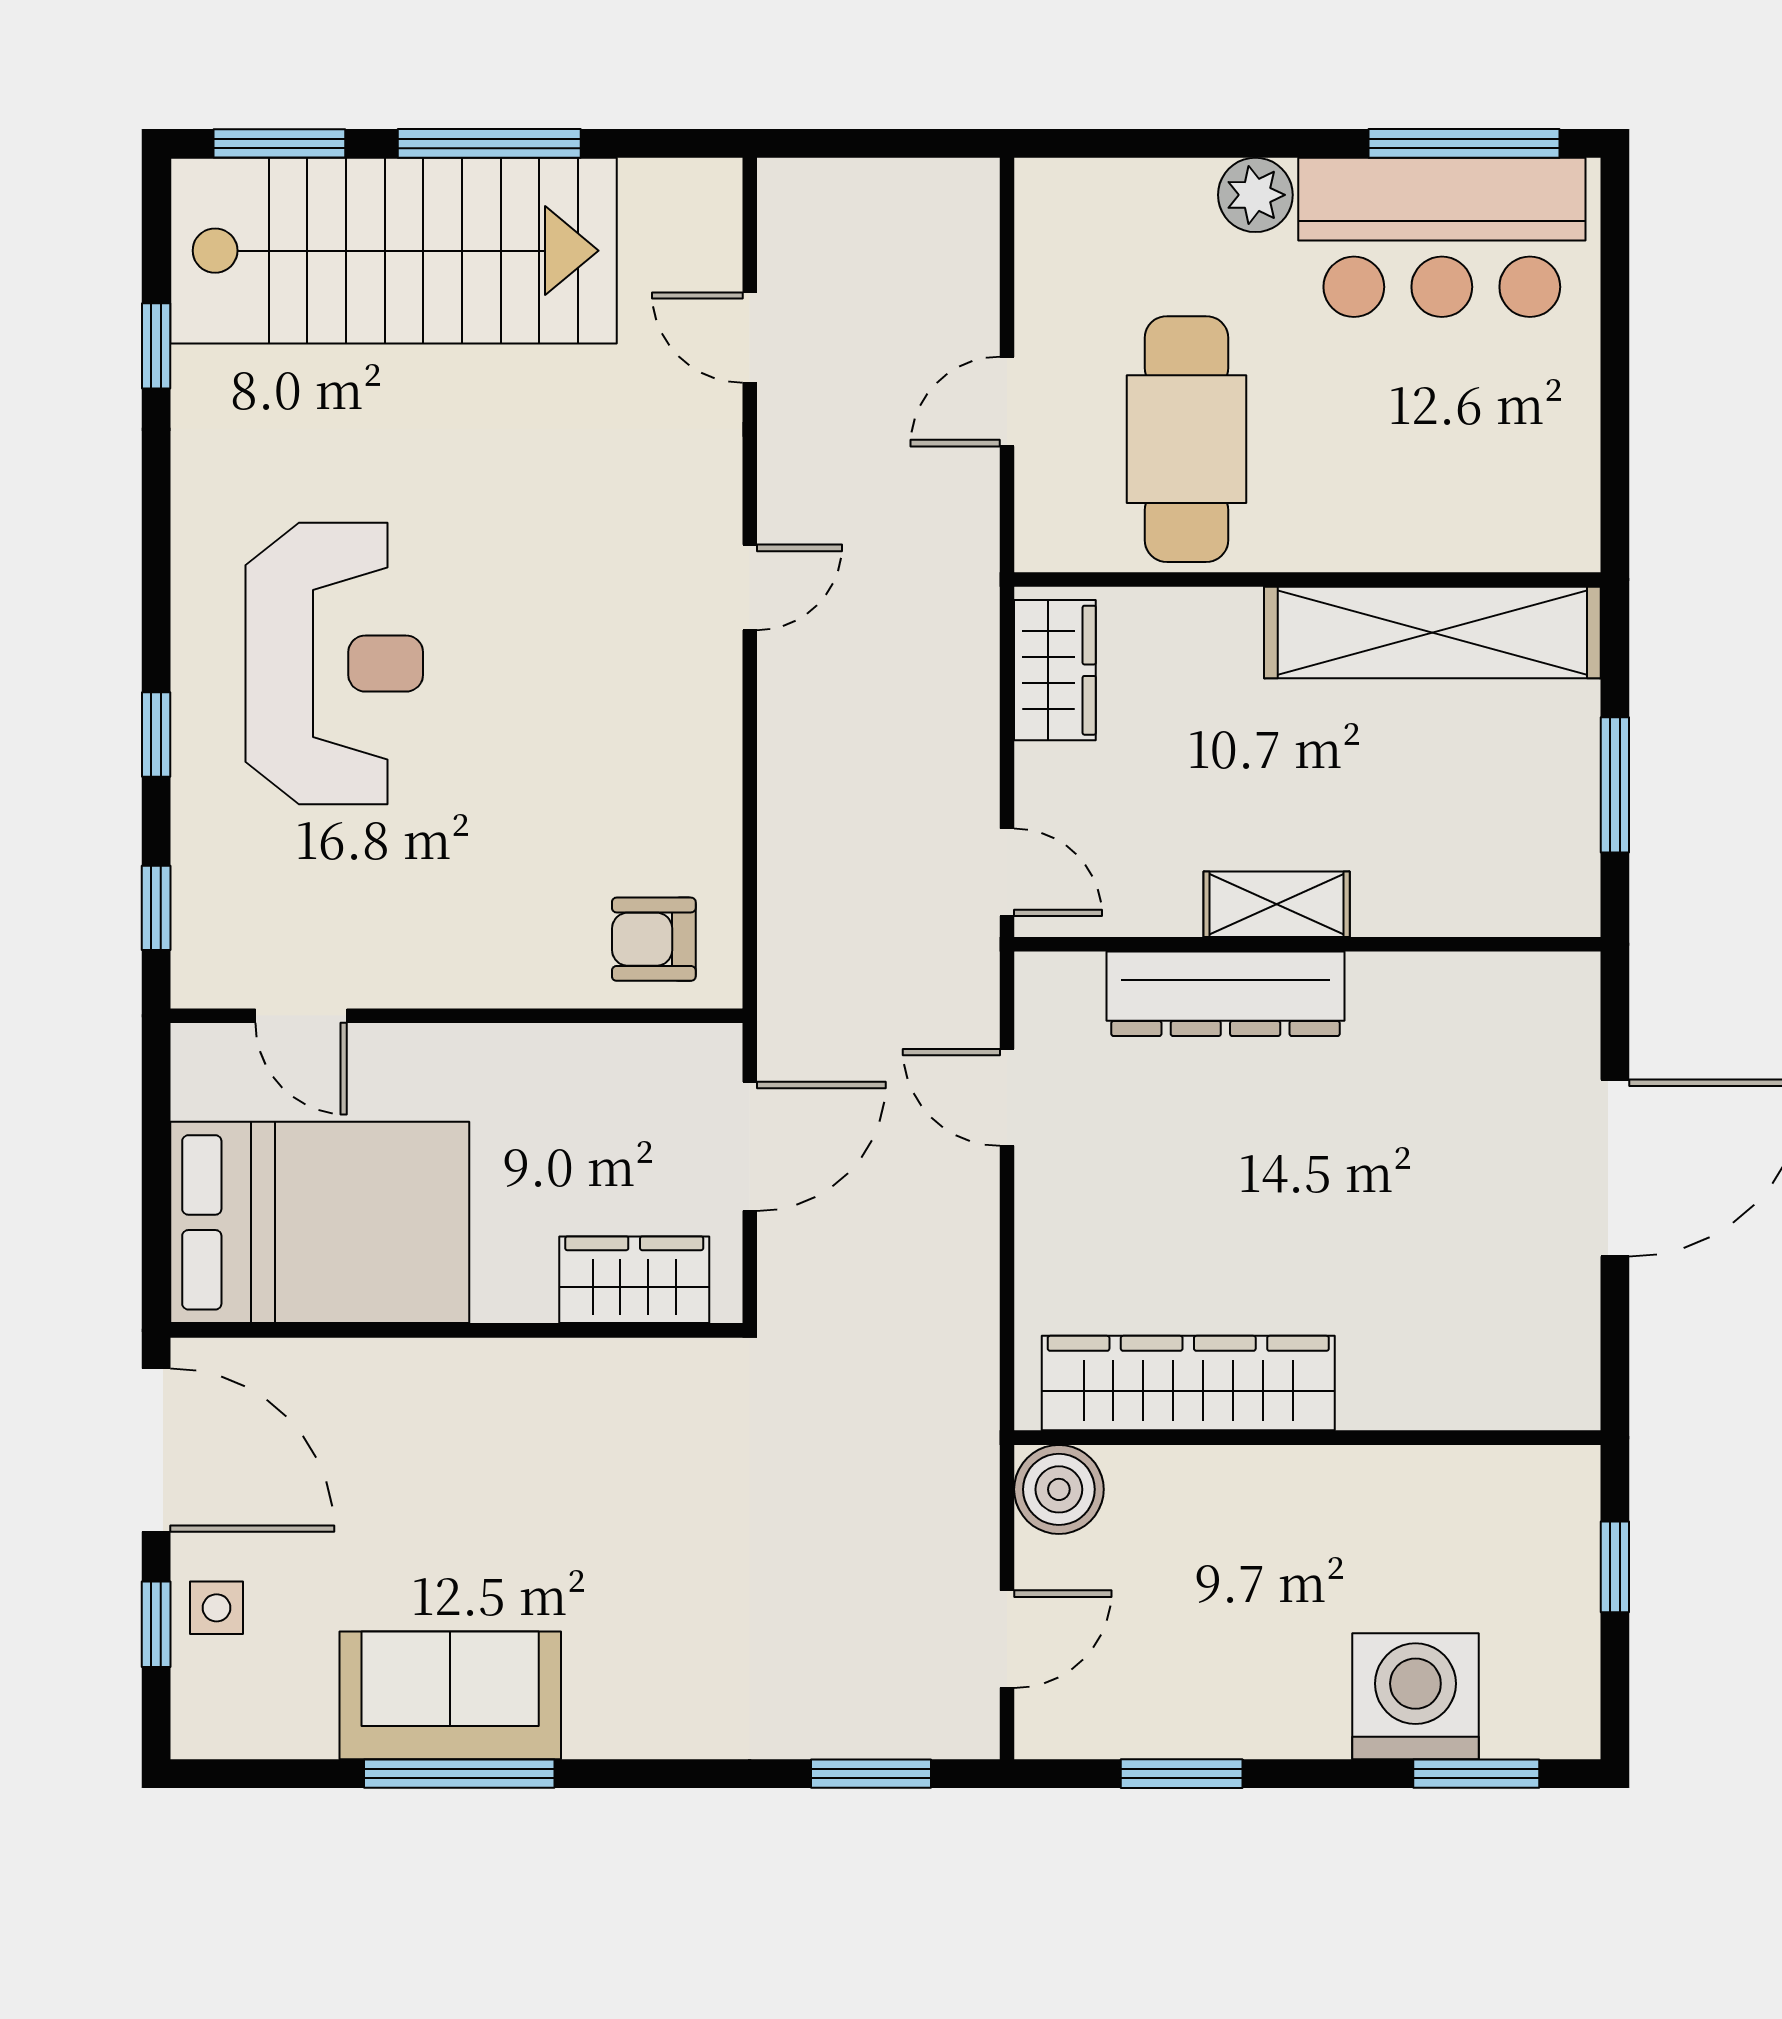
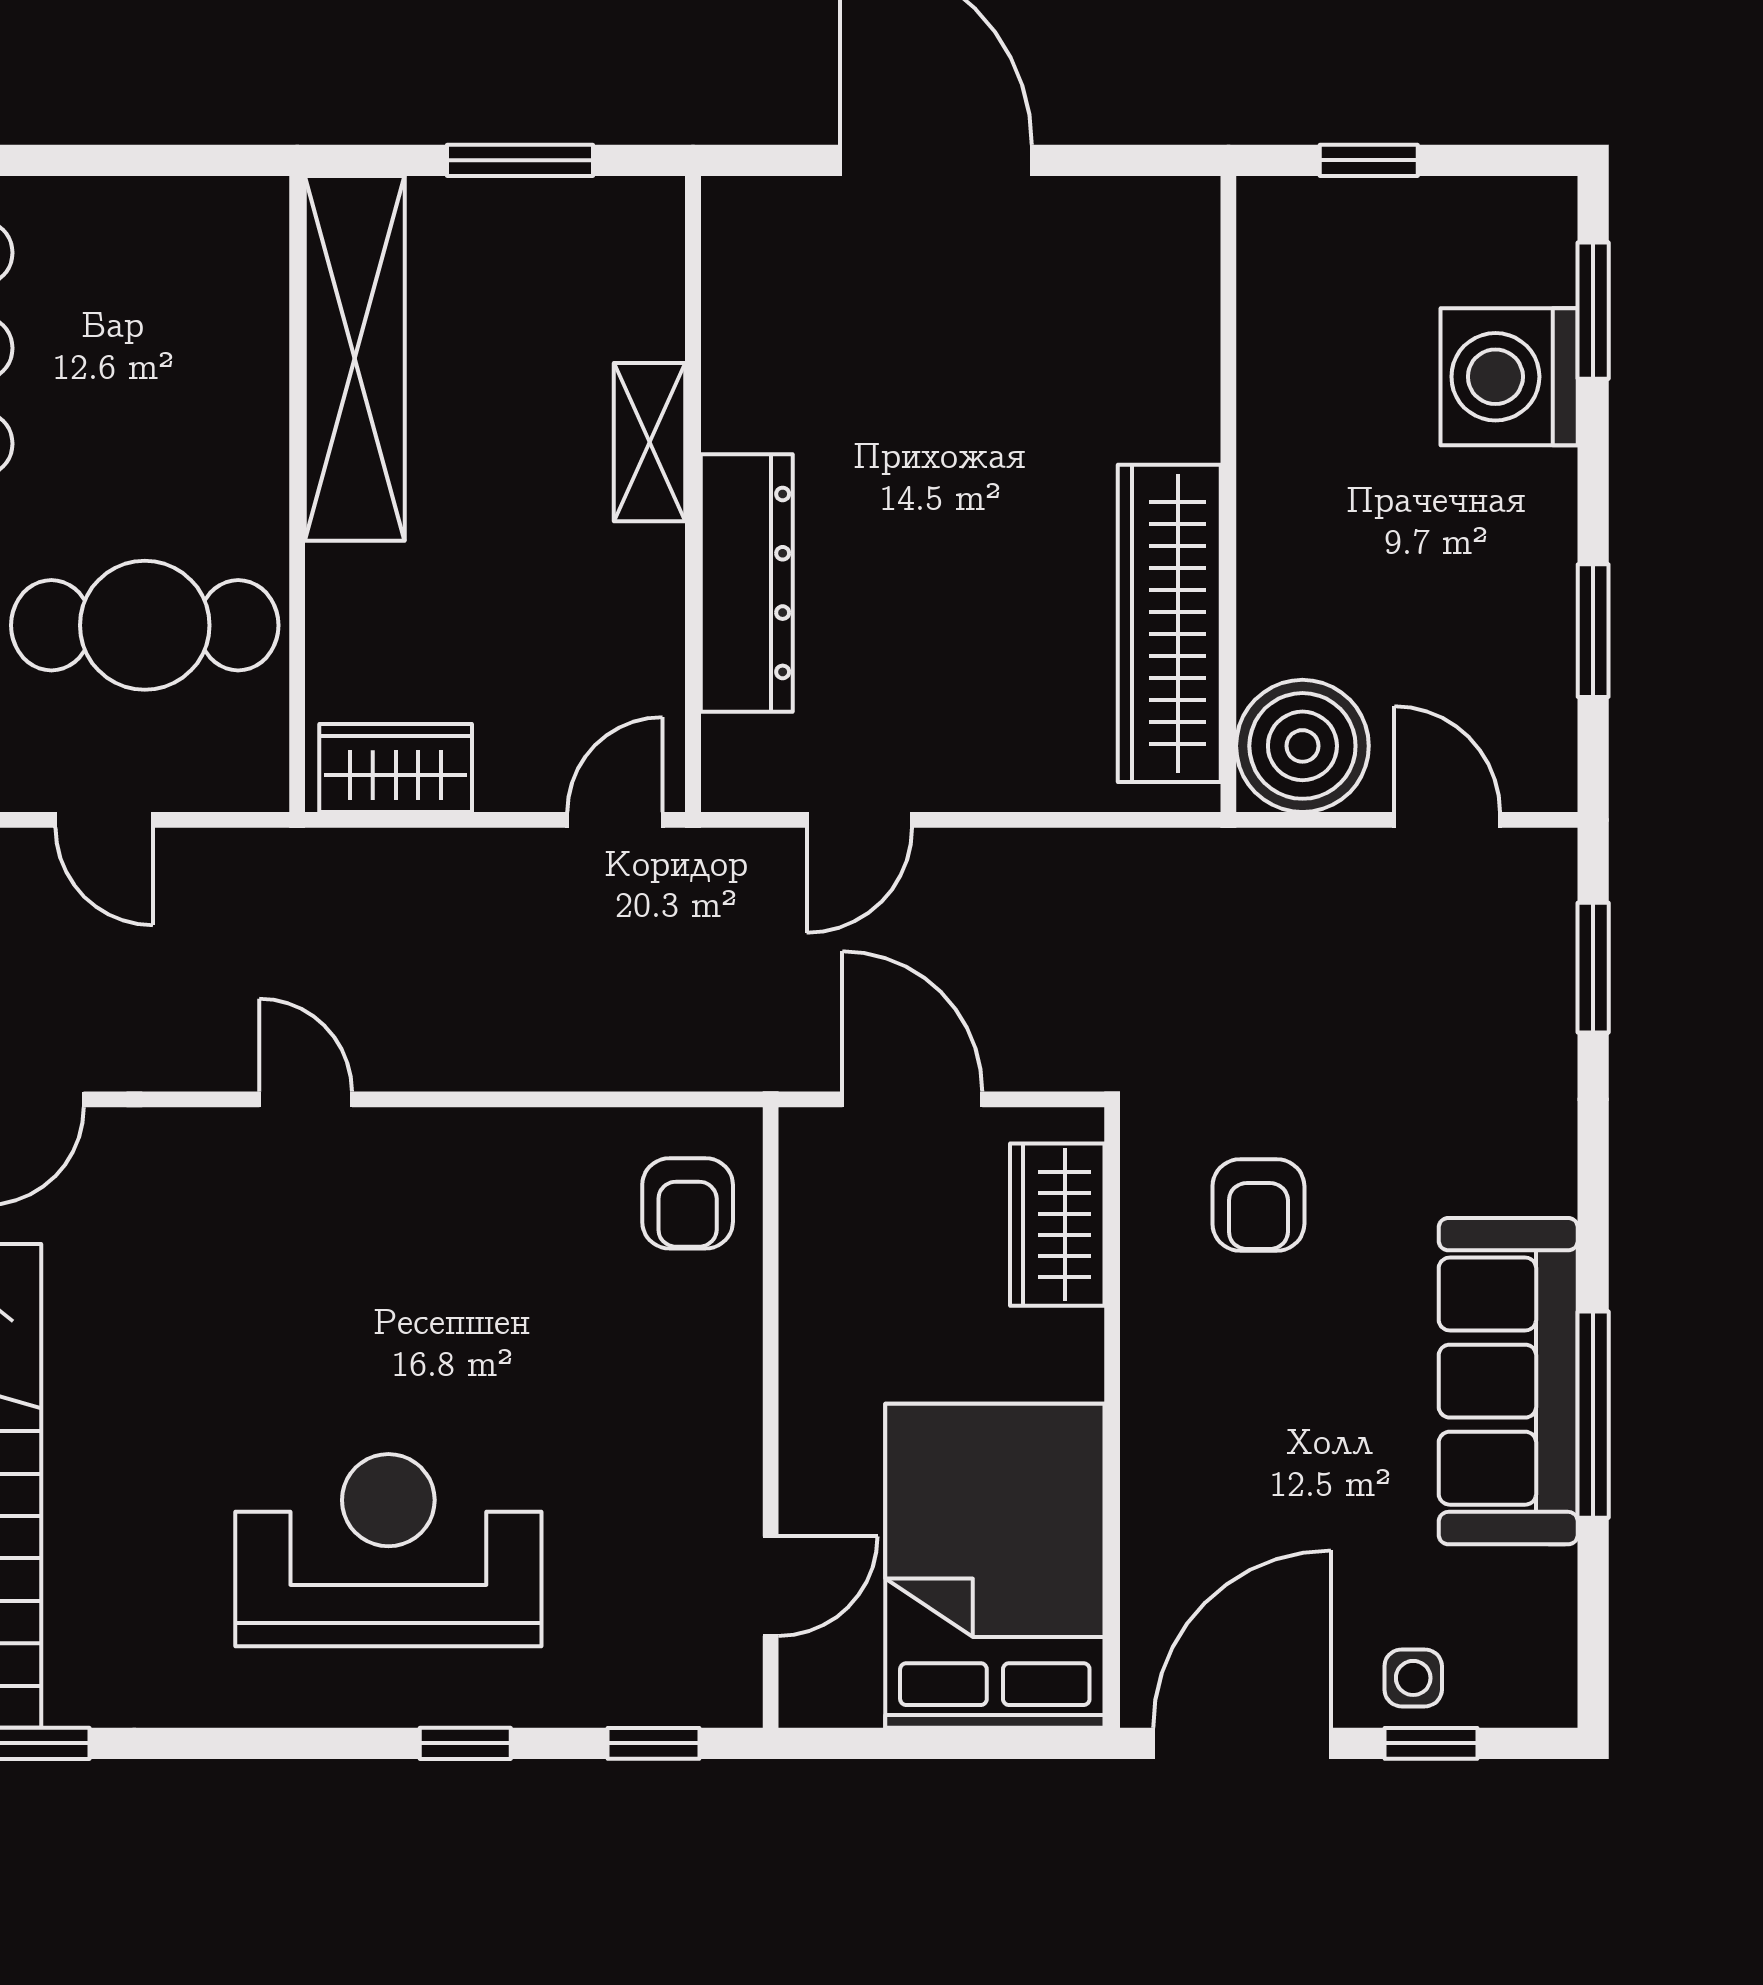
shelving: (1277, 904) -> (650, 442), moved
armchair: (652, 1465) -> (1258, 1205), added
boiler: (1059, 1489) -> (1302, 746), width x1.37, depth x1.37
sofa: (450, 1695) -> (1508, 1381), width x1.36

